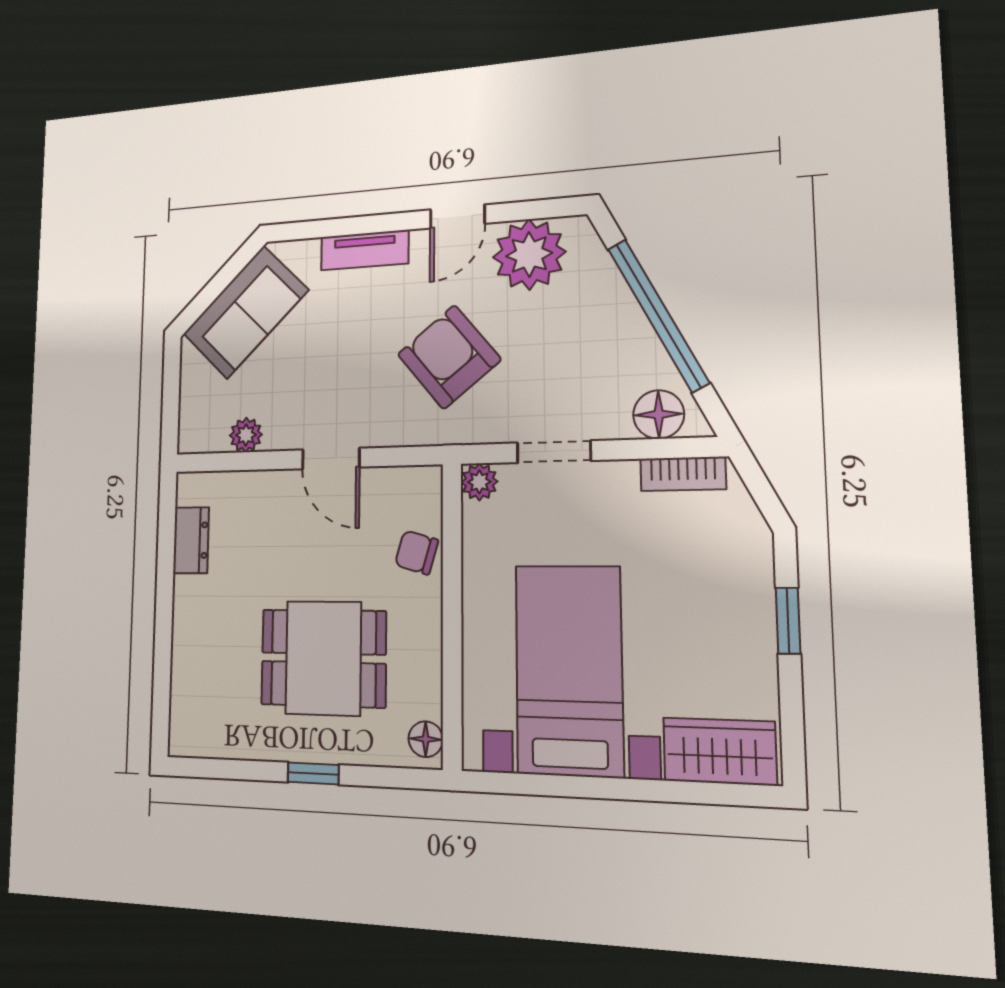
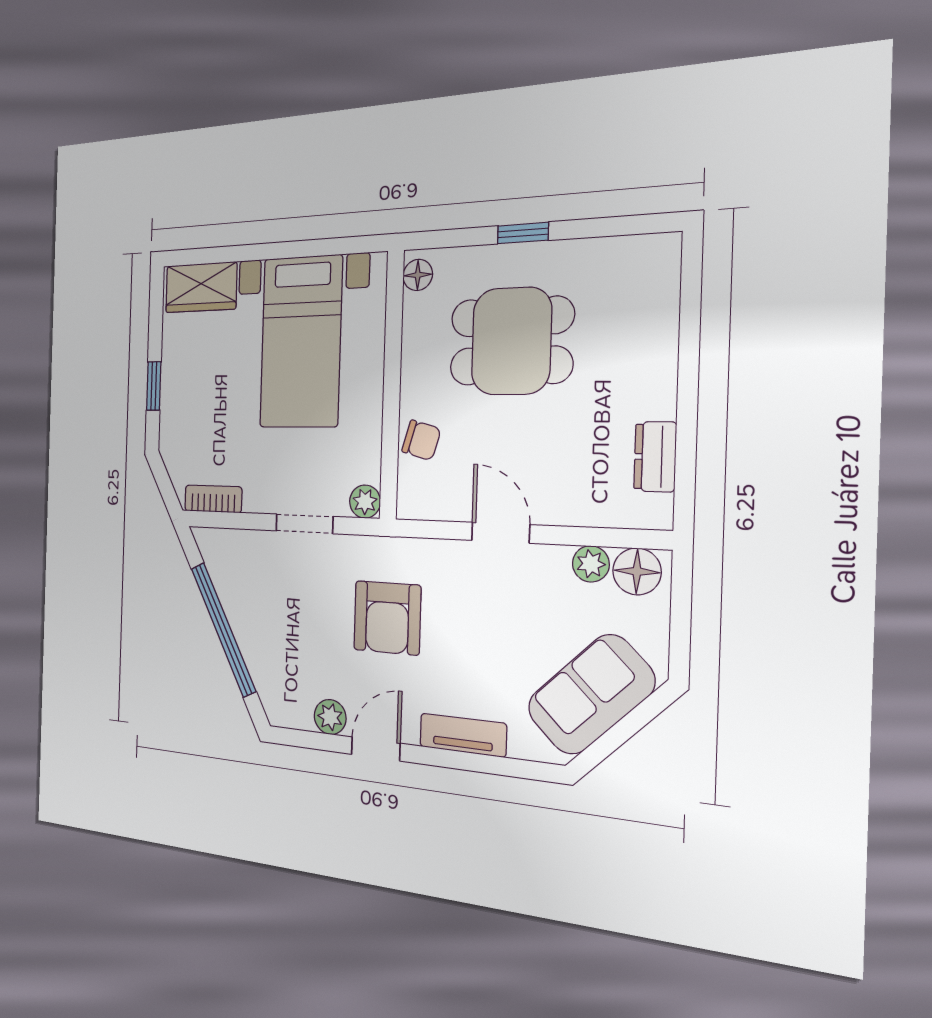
plant: (529, 254) -> (330, 717), width x0.53, depth x0.53
armchair: (449, 357) -> (387, 618), turned 39
floor lamp: (659, 414) -> (637, 571), moved

